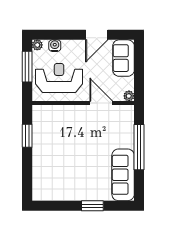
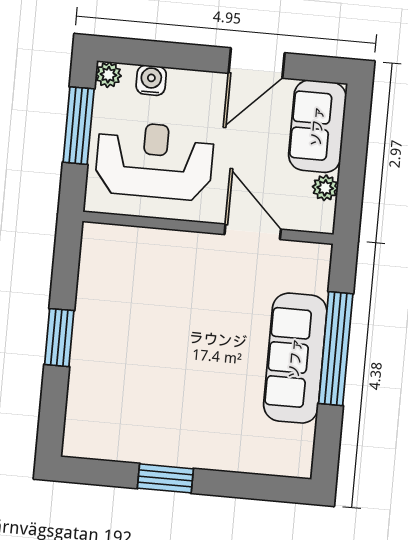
plant: (129, 96) -> (325, 188), moved
window: (27, 136) -> (59, 338), moved
sofa: (123, 175) -> (295, 358), moved
window: (92, 206) -> (165, 478), moved

